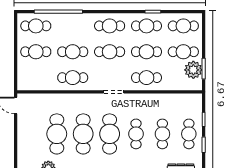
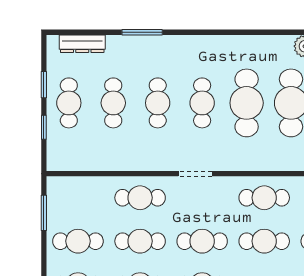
plant: (193, 70) -> (61, 211), removed
cafe table: (110, 134) -> (202, 103), width x0.73, depth x0.74

